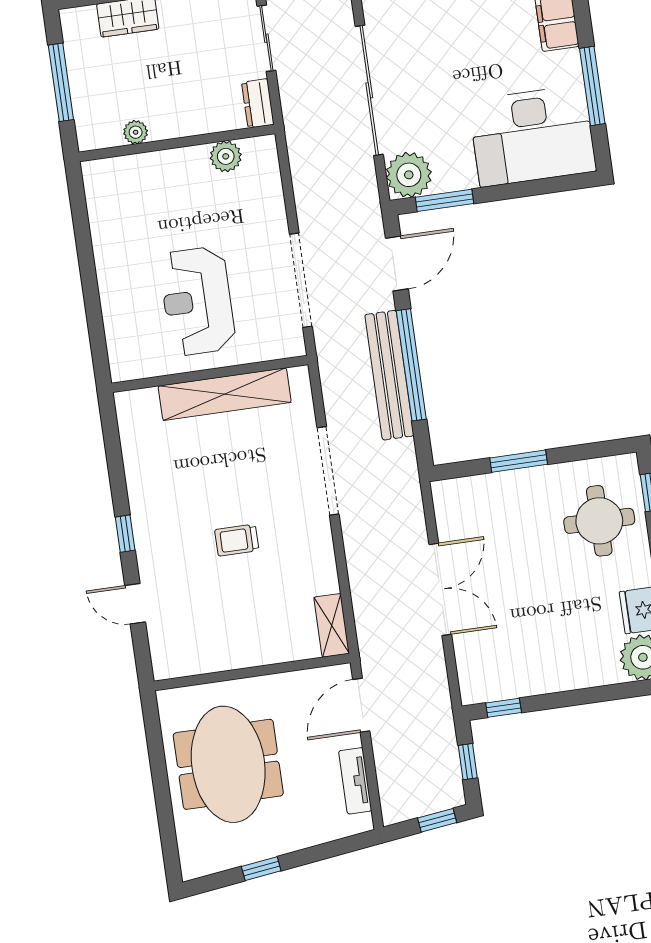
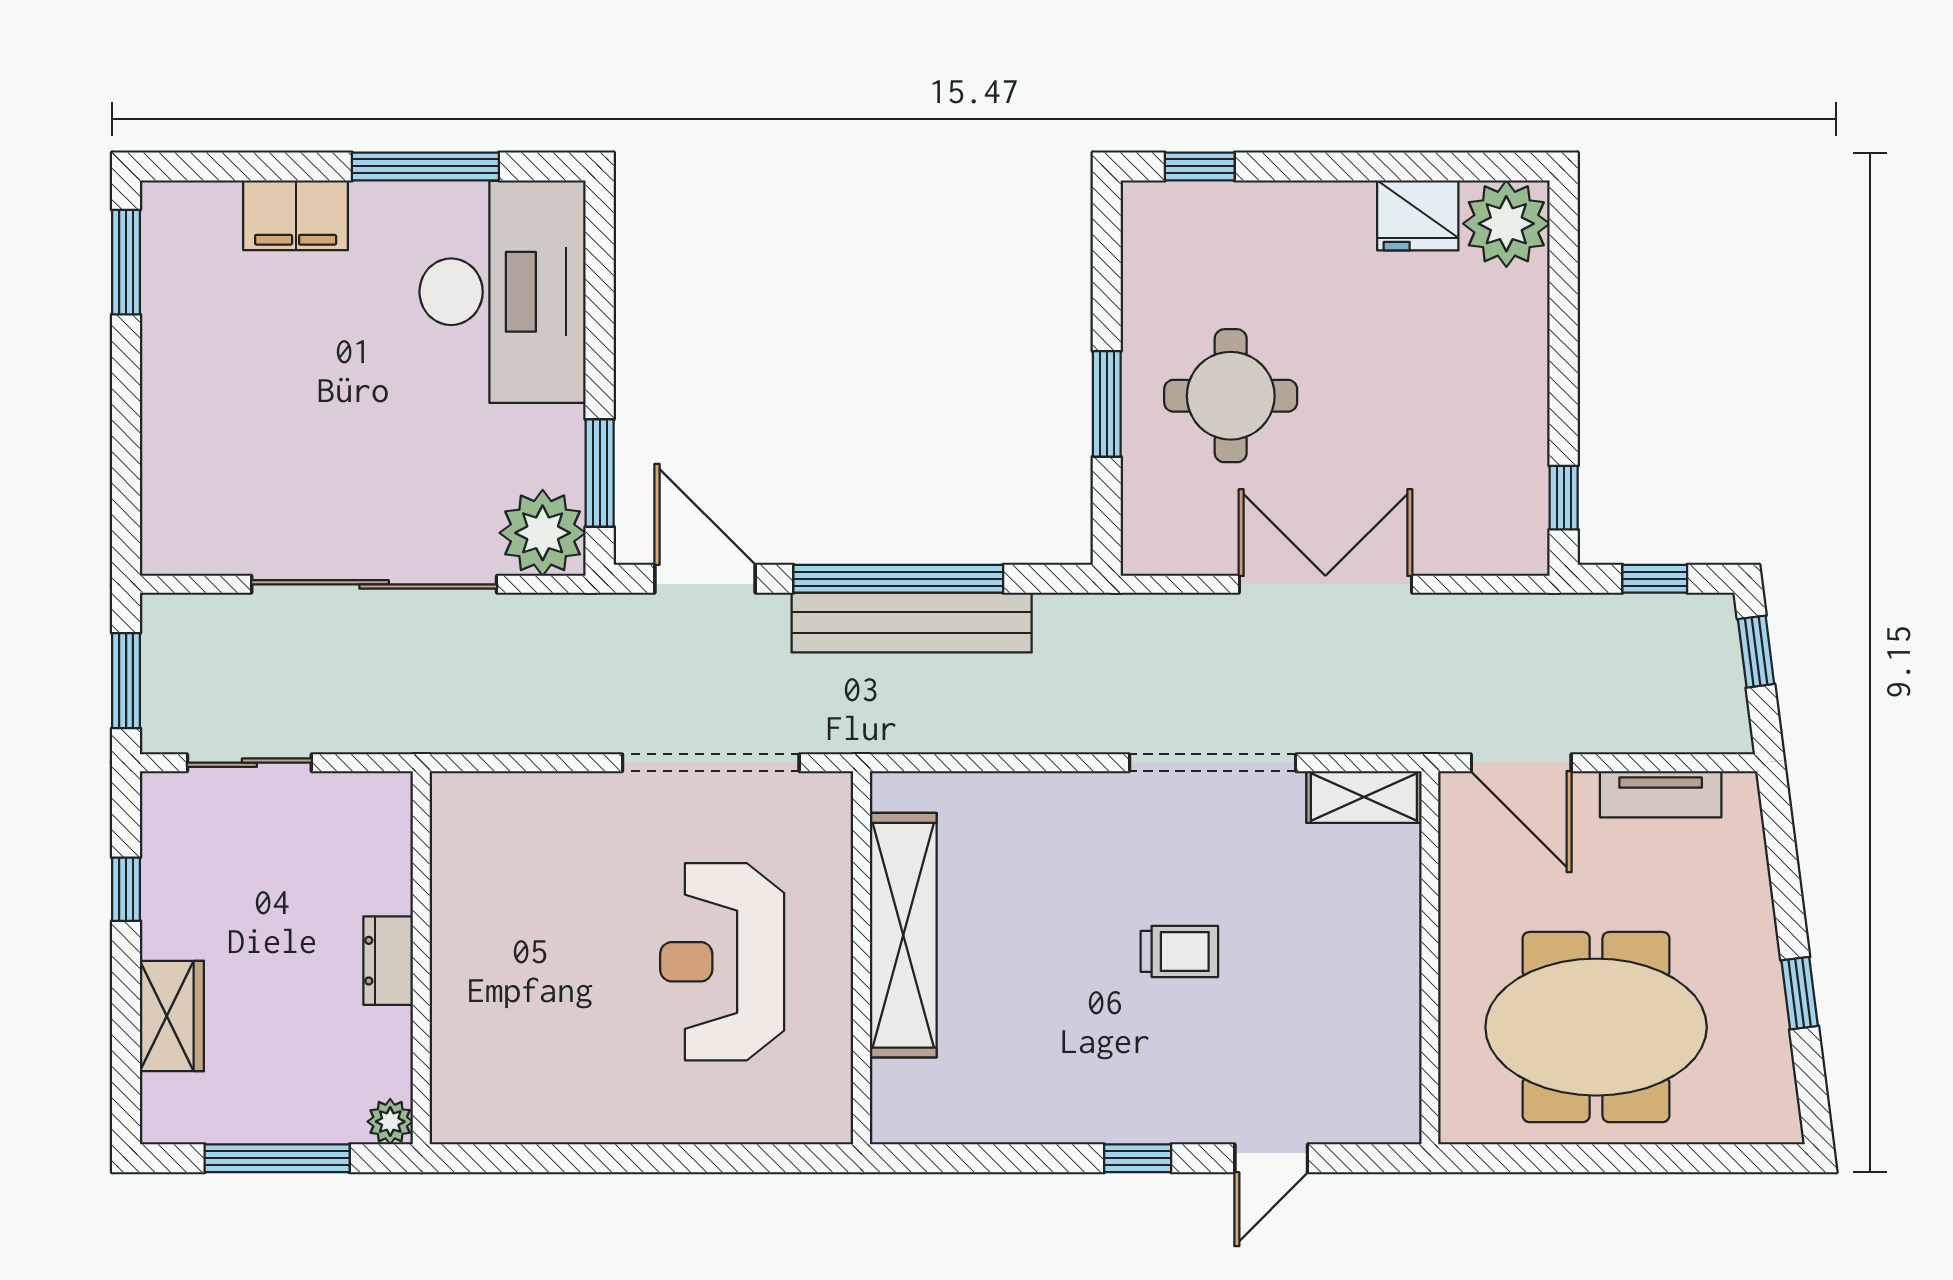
dresser: (258, 103) -> (388, 961), moved, turned 90
plant: (136, 132) -> (390, 1122), moved
plant: (226, 156) -> (459, 870), removed
reception desk: (197, 301) -> (722, 962), turned 90
doorway: (328, 471) -> (1213, 763), moved
round table: (599, 521) -> (1231, 396), moved
trolley: (237, 540) -> (1179, 951), turned -90

